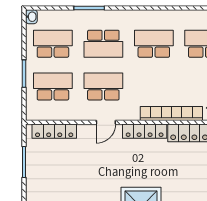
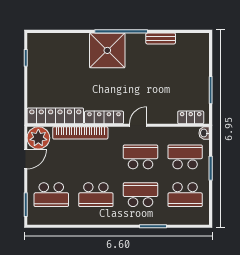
washbasin: (31, 17) -> (204, 133), moved
school desk: (53, 86) -> (185, 157), turned 180
school desk: (103, 86) -> (140, 157), turned 180
locker: (54, 131) -> (191, 117), width x0.66

